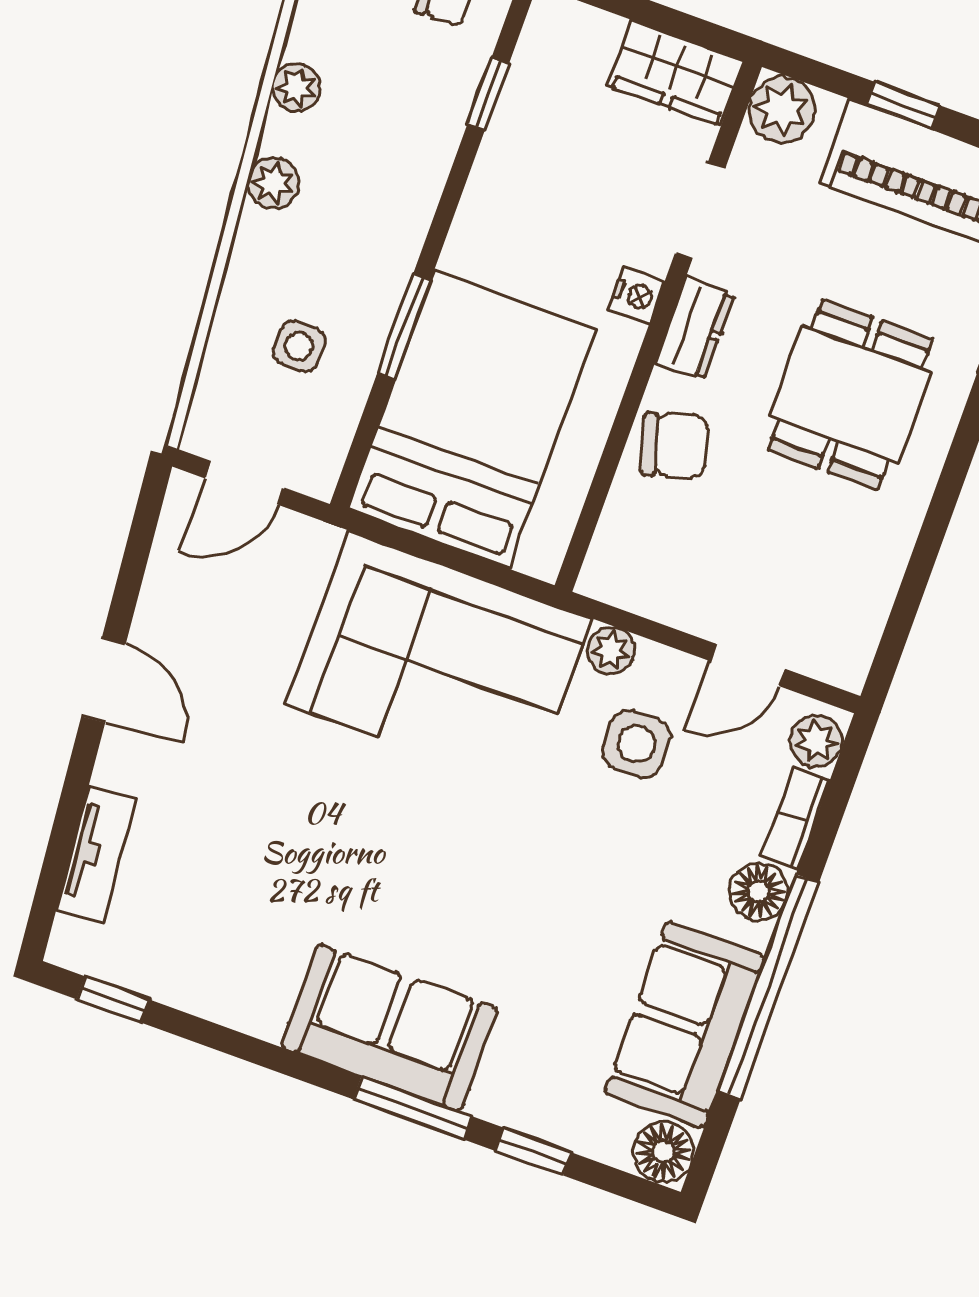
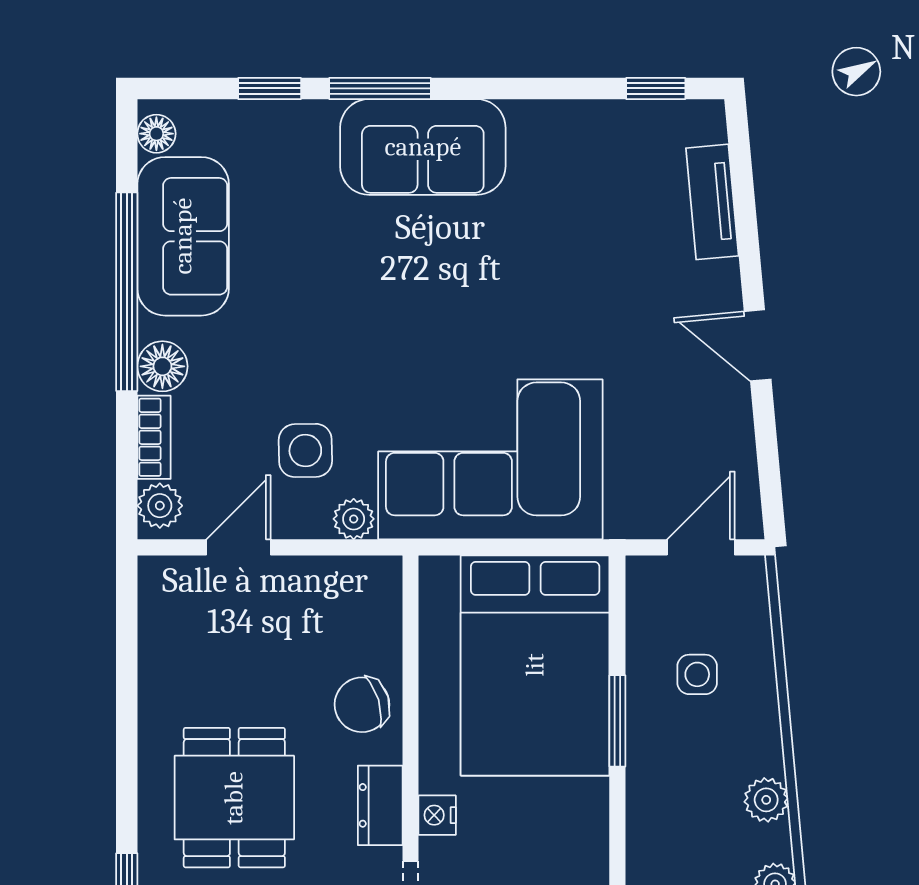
floor lamp: (663, 1152) -> (156, 134), width x0.73, depth x0.73

